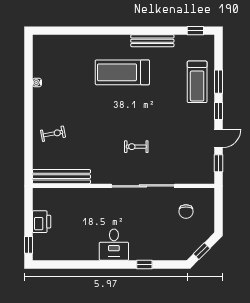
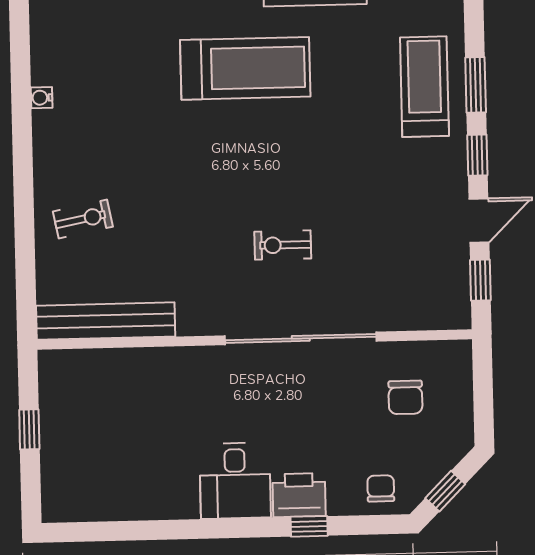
treadmill: (122, 72) -> (245, 68), turned 180
treadmill: (197, 82) -> (424, 87), turned 180
printer: (42, 222) -> (299, 495), moved, turned -90
window: (28, 245) -> (29, 429), moved
chair: (175, 249) -> (381, 488), added

